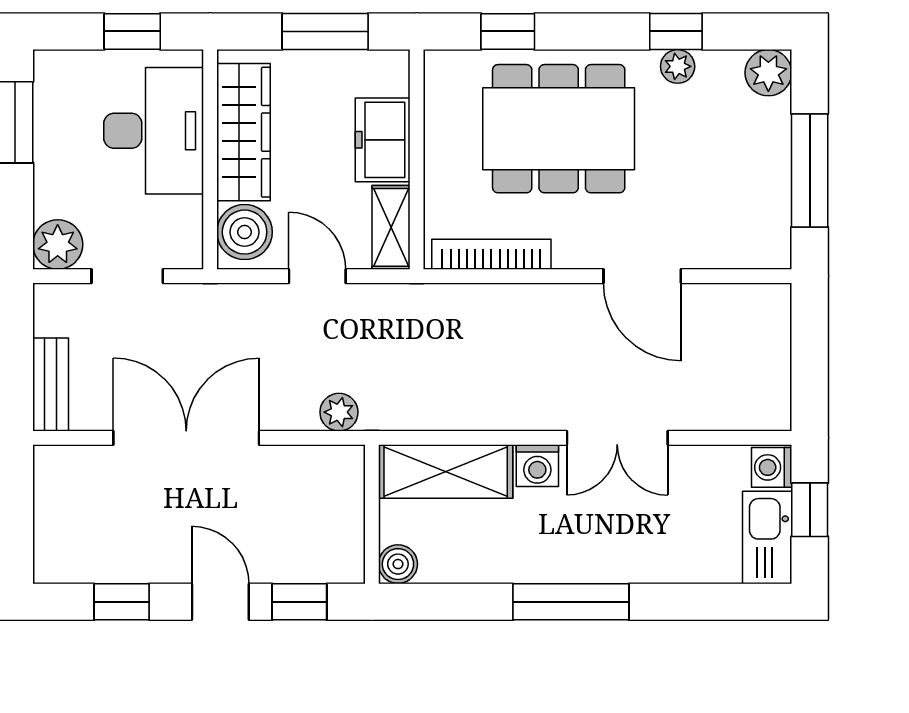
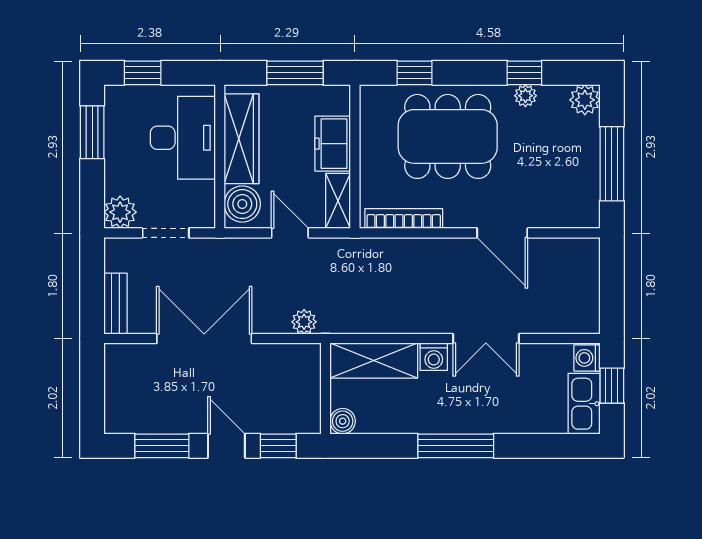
window: (132, 31) -> (143, 73), moved
window: (122, 602) -> (162, 446), width x1.50

